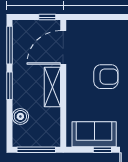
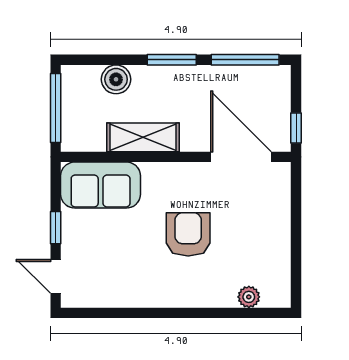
armchair: (106, 77) -> (188, 234), turned 180
shelving: (52, 87) -> (143, 137), moved
sofa: (94, 134) -> (101, 185), moved, turned 90

